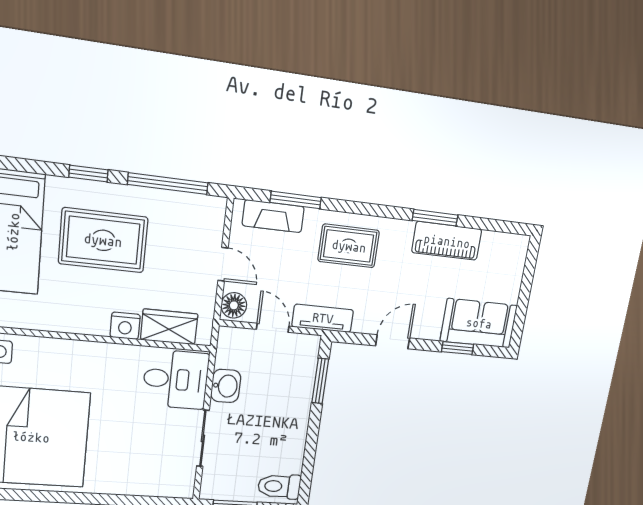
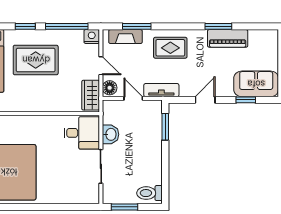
nightstand: (125, 326) -> (92, 36), moved, turned 180
wardrobe: (169, 327) -> (91, 95), moved, turned -90

